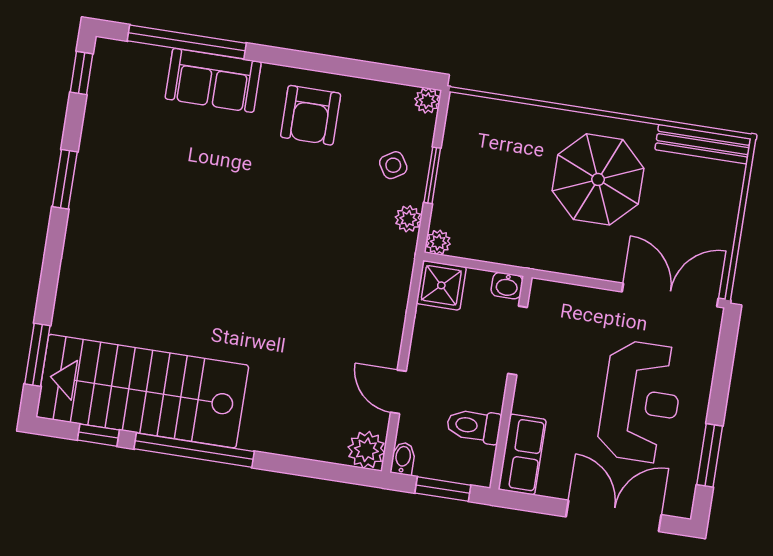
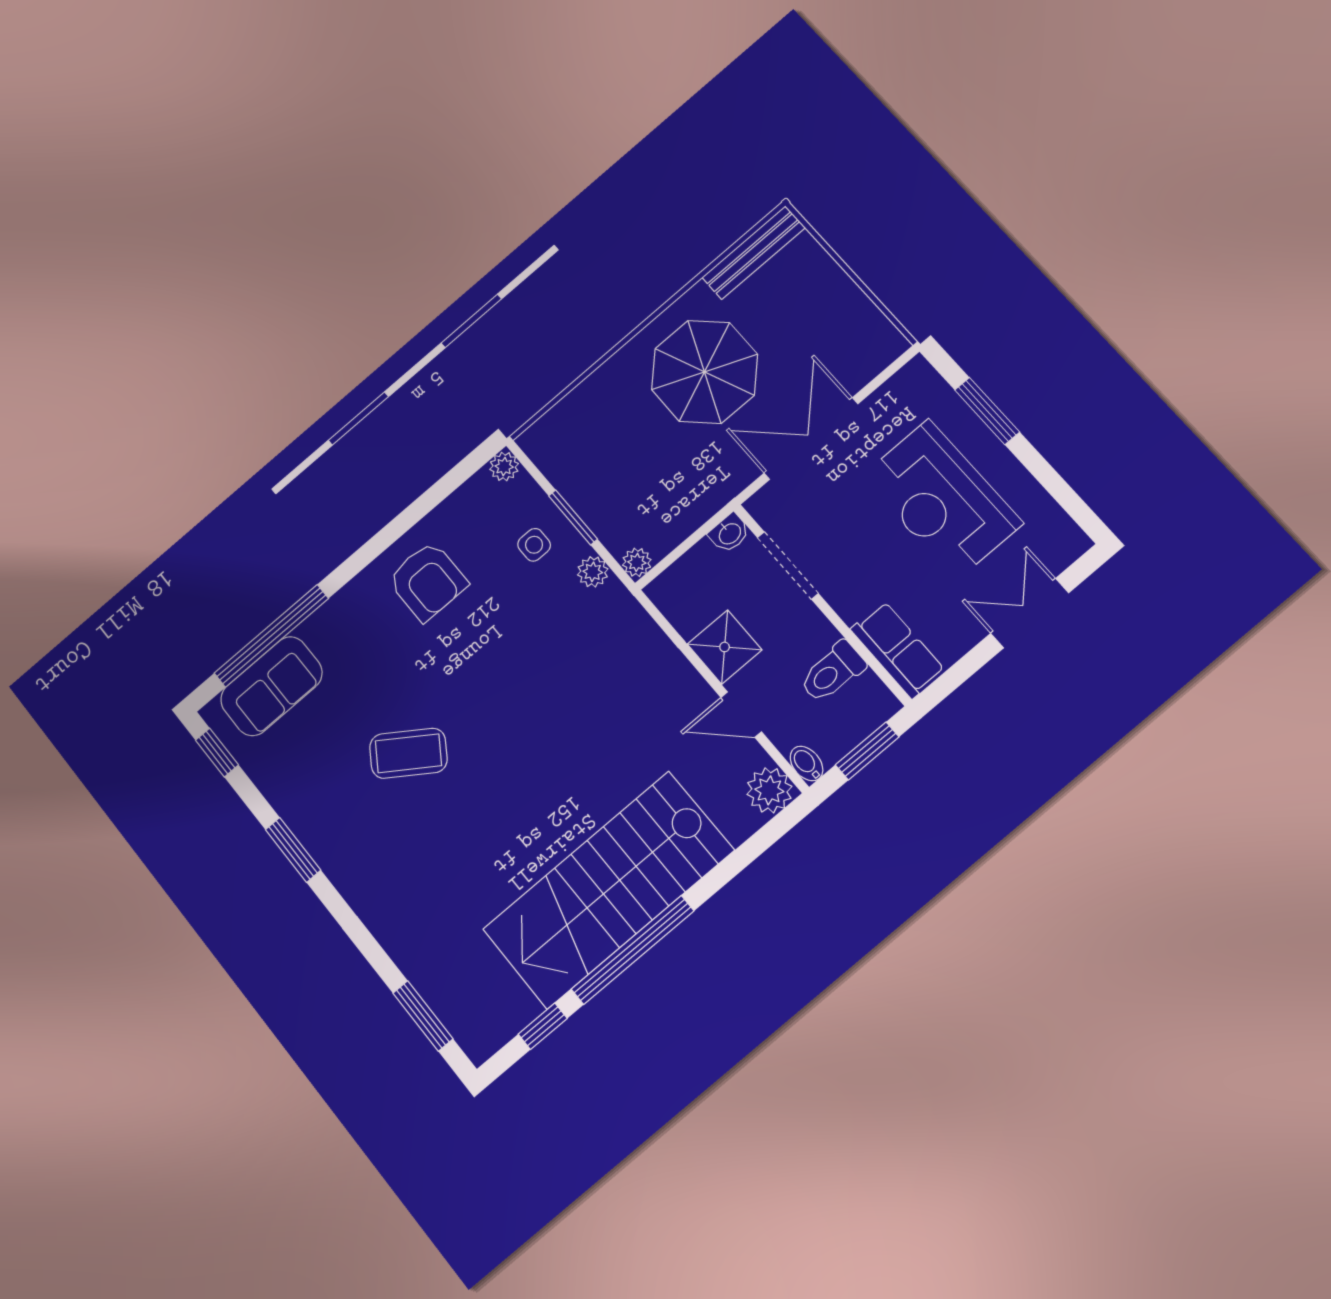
sofa: (213, 80) -> (271, 686), moved
side table: (393, 165) -> (534, 545), turned 32
coffee table: (191, 200) -> (408, 753), added
shower: (441, 285) -> (725, 647), moved
double door: (670, 295) -> (811, 438), moved
stairs: (142, 391) -> (608, 890), moved
reception desk: (641, 402) -> (942, 500), turned 180
window: (710, 455) -> (987, 411), moved
double door: (614, 516) -> (1030, 613), width x0.73

